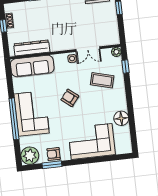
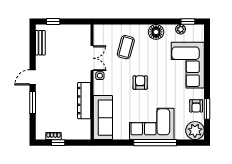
dresser: (32, 48) -> (84, 101), moved
plant: (116, 52) -> (181, 29), moved
window: (125, 67) -> (188, 22), moved
armchair: (70, 98) -> (140, 83), turned 141
floor lamp: (121, 118) -> (156, 32), moved

